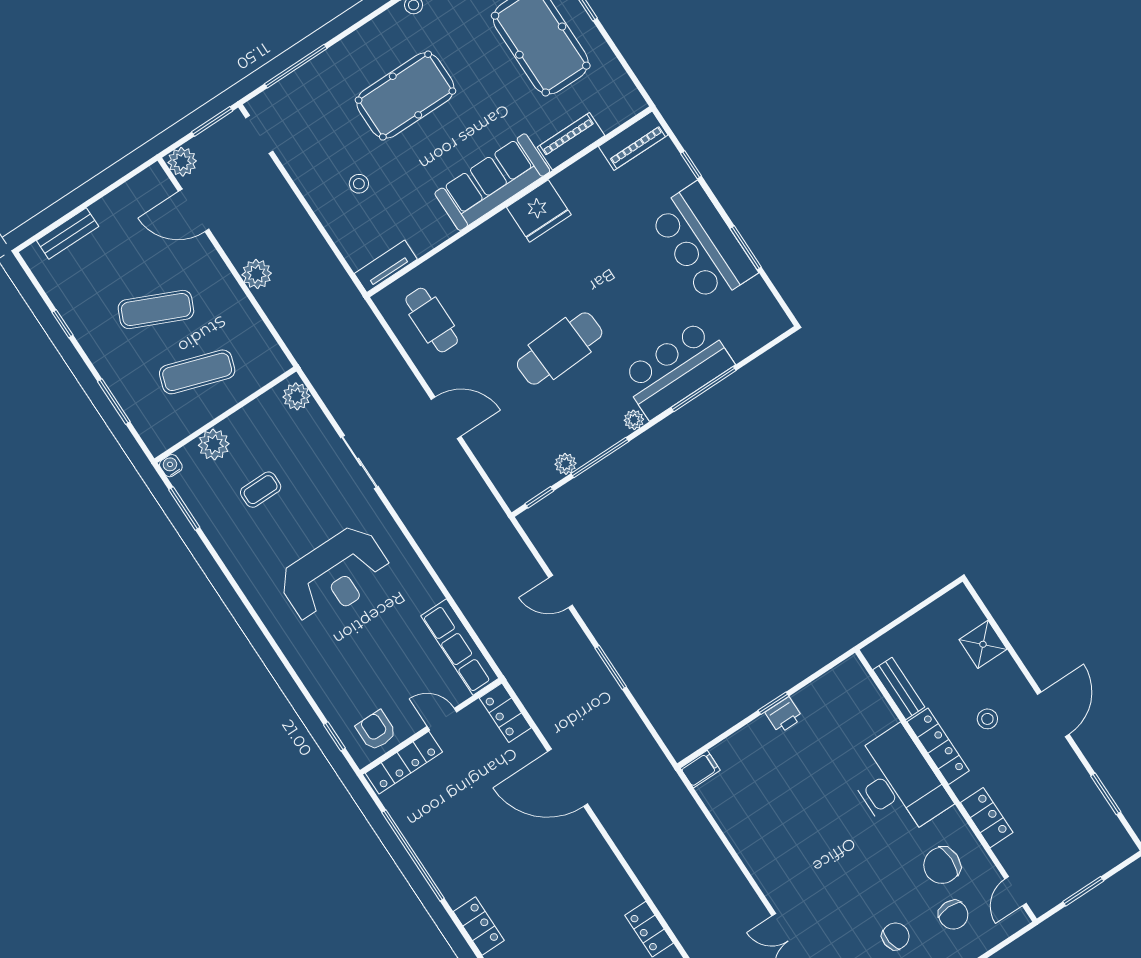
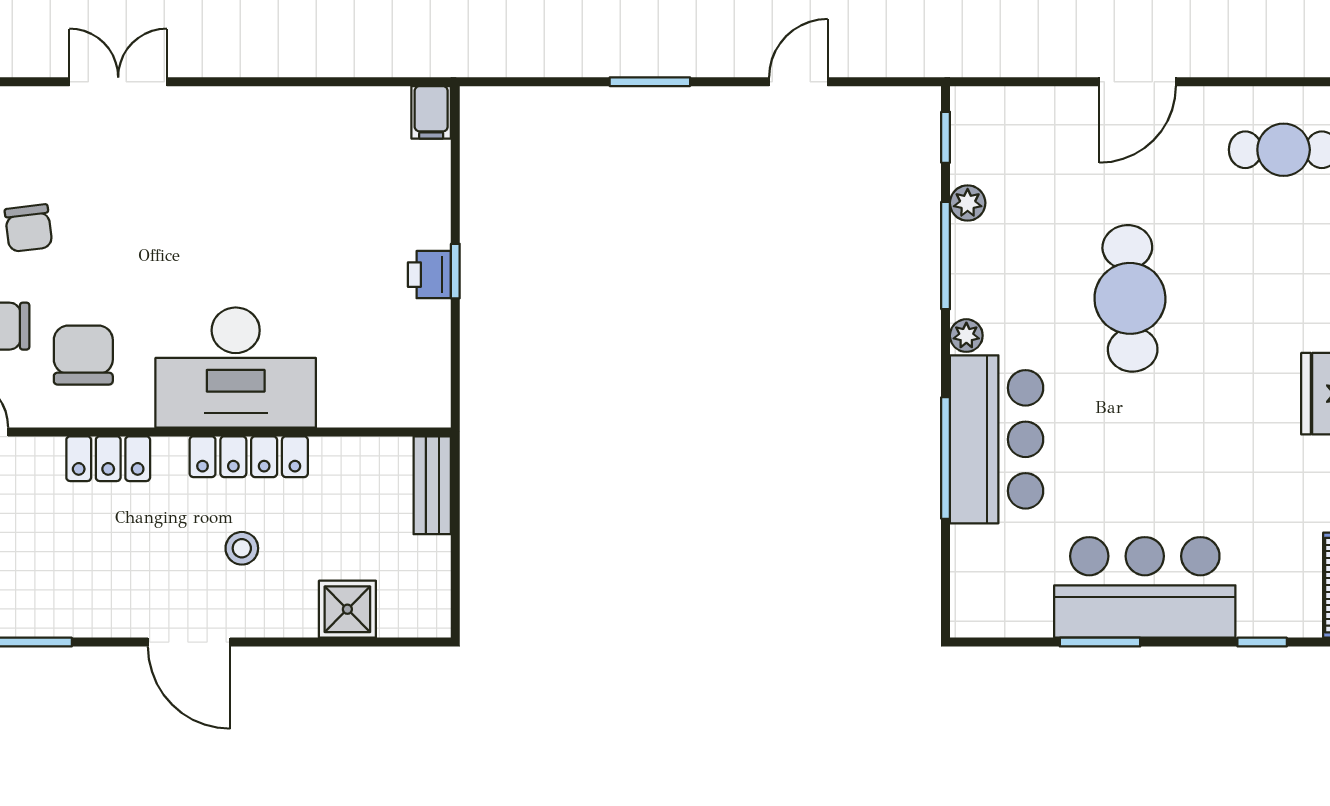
bench: (899, 688) -> (432, 485), moved, turned 90

